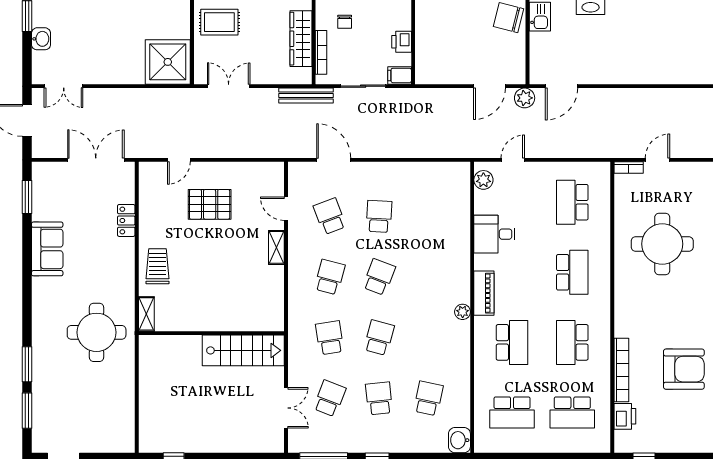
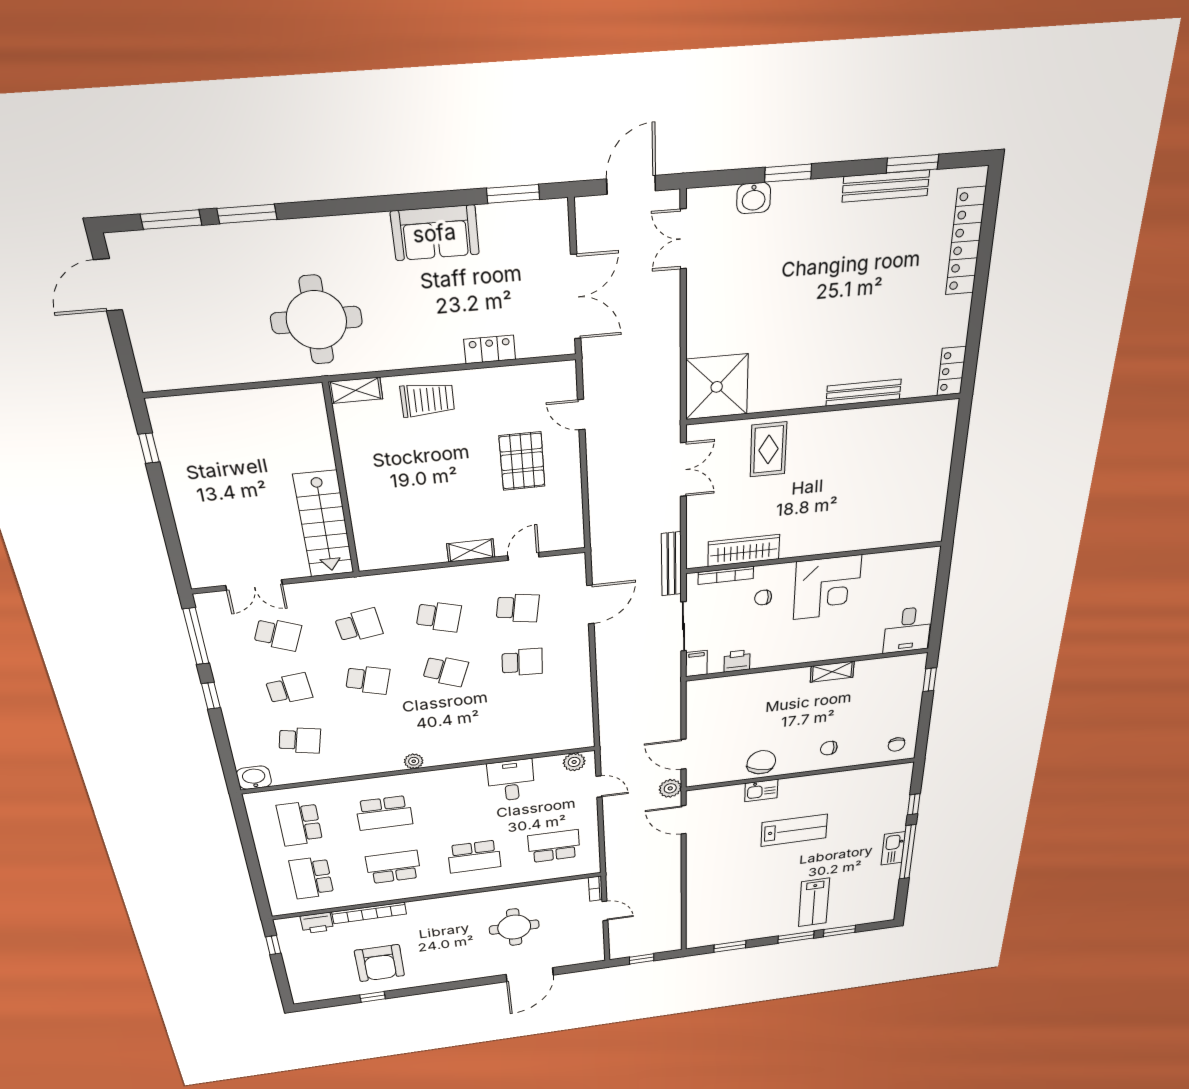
school desk: (330, 216) -> (518, 608), turned 30
round table: (662, 244) -> (514, 927), width x0.73, depth x0.73
piano: (484, 293) -> (439, 779), removed

